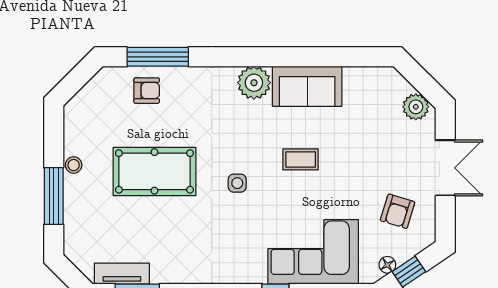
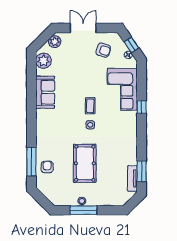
plant: (254, 83) -> (43, 61), moved
coffee table: (301, 159) -> (90, 106), moved
window: (54, 196) -> (83, 210), moved

